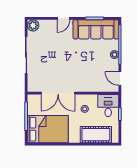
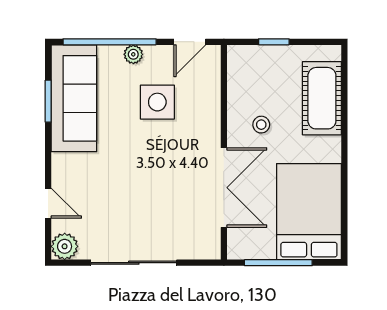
door: (63, 18) -> (48, 203), moved
side table: (94, 65) -> (157, 102), added
desk: (108, 106) -> (253, 69), removed

